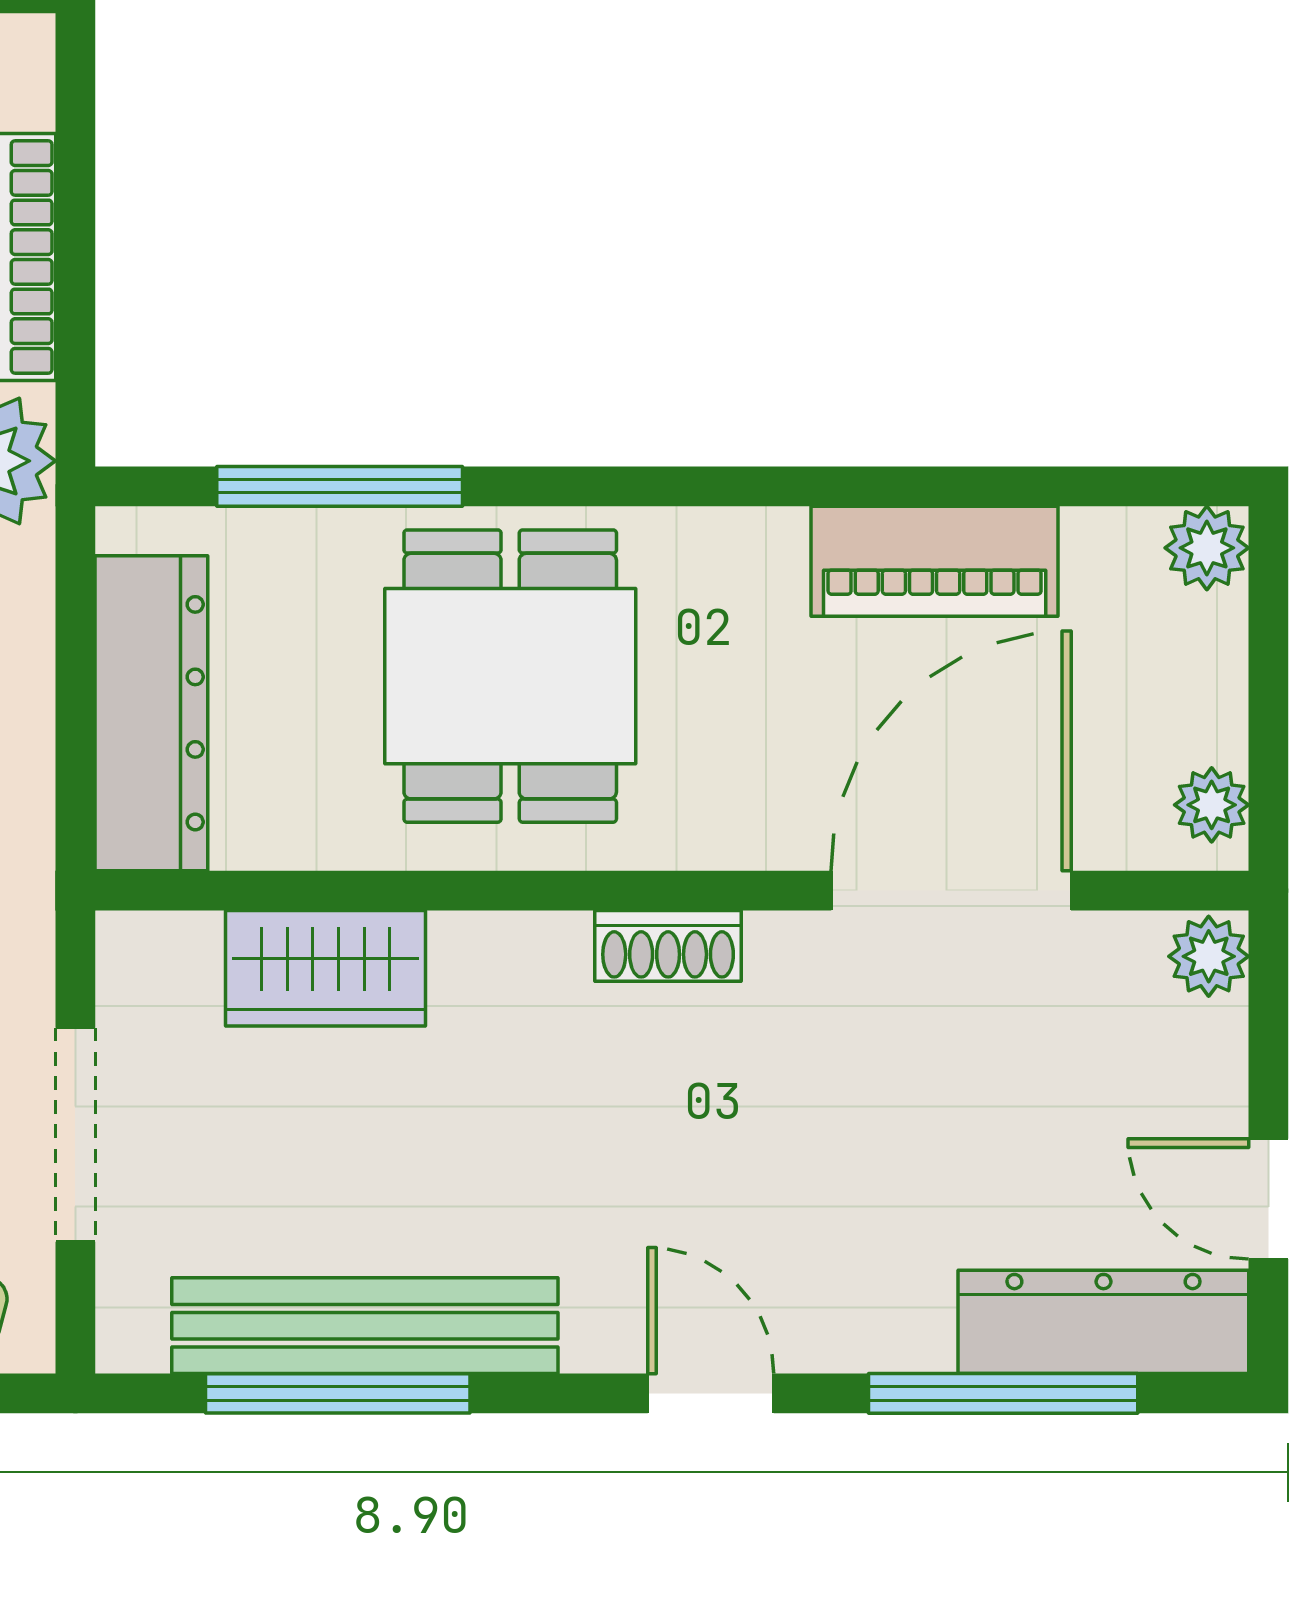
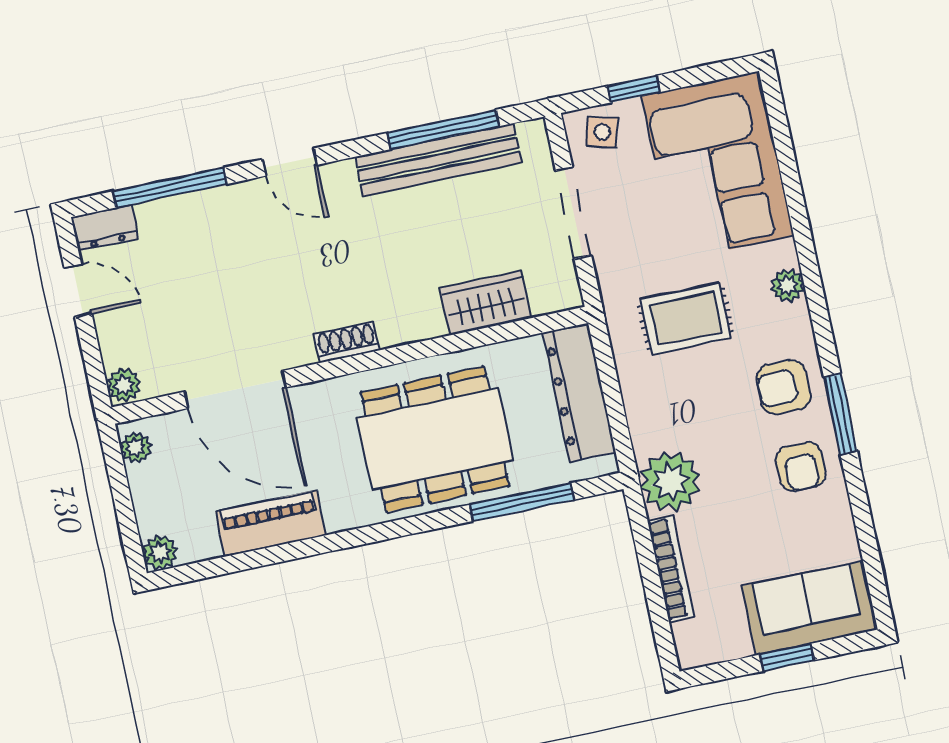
dining table: (510, 676) -> (435, 439), width x1.38
door: (951, 891) -> (235, 390), hinge flipped
dresser: (1103, 1322) -> (105, 228), width x0.51, depth x0.80

